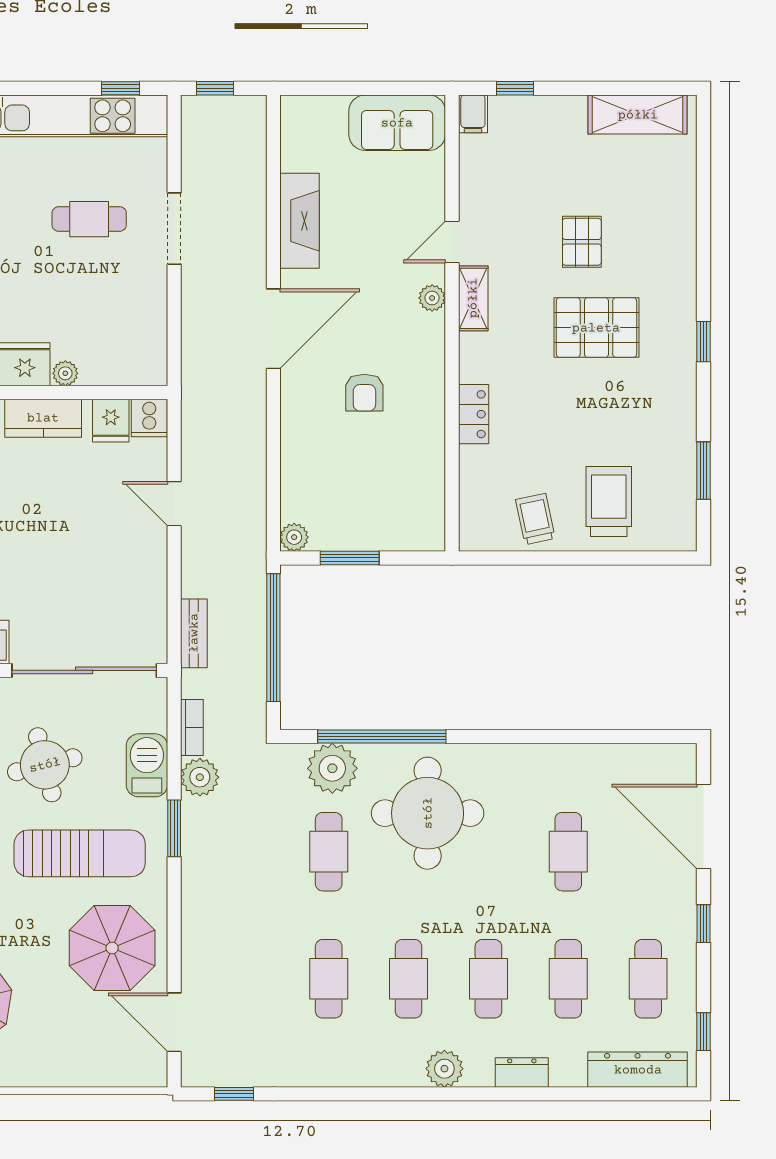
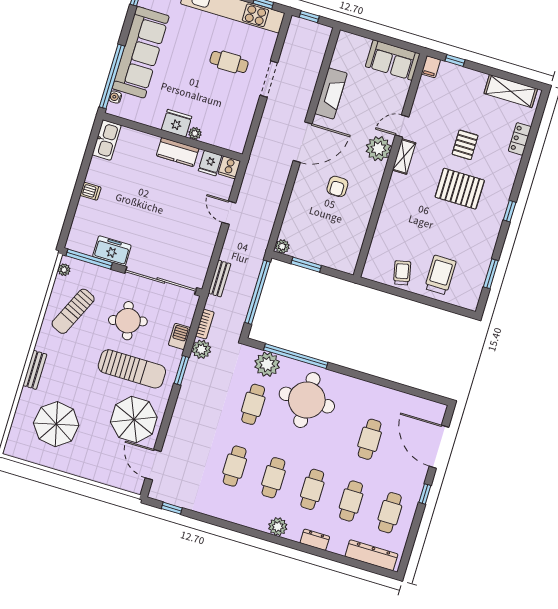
plant: (432, 298) -> (378, 149), width x1.88, depth x1.88
locker: (474, 414) -> (520, 139), moved, turned 180
barbecue: (147, 765) -> (180, 336), width x0.73, depth x0.79
window: (703, 1032) -> (409, 546), removed

